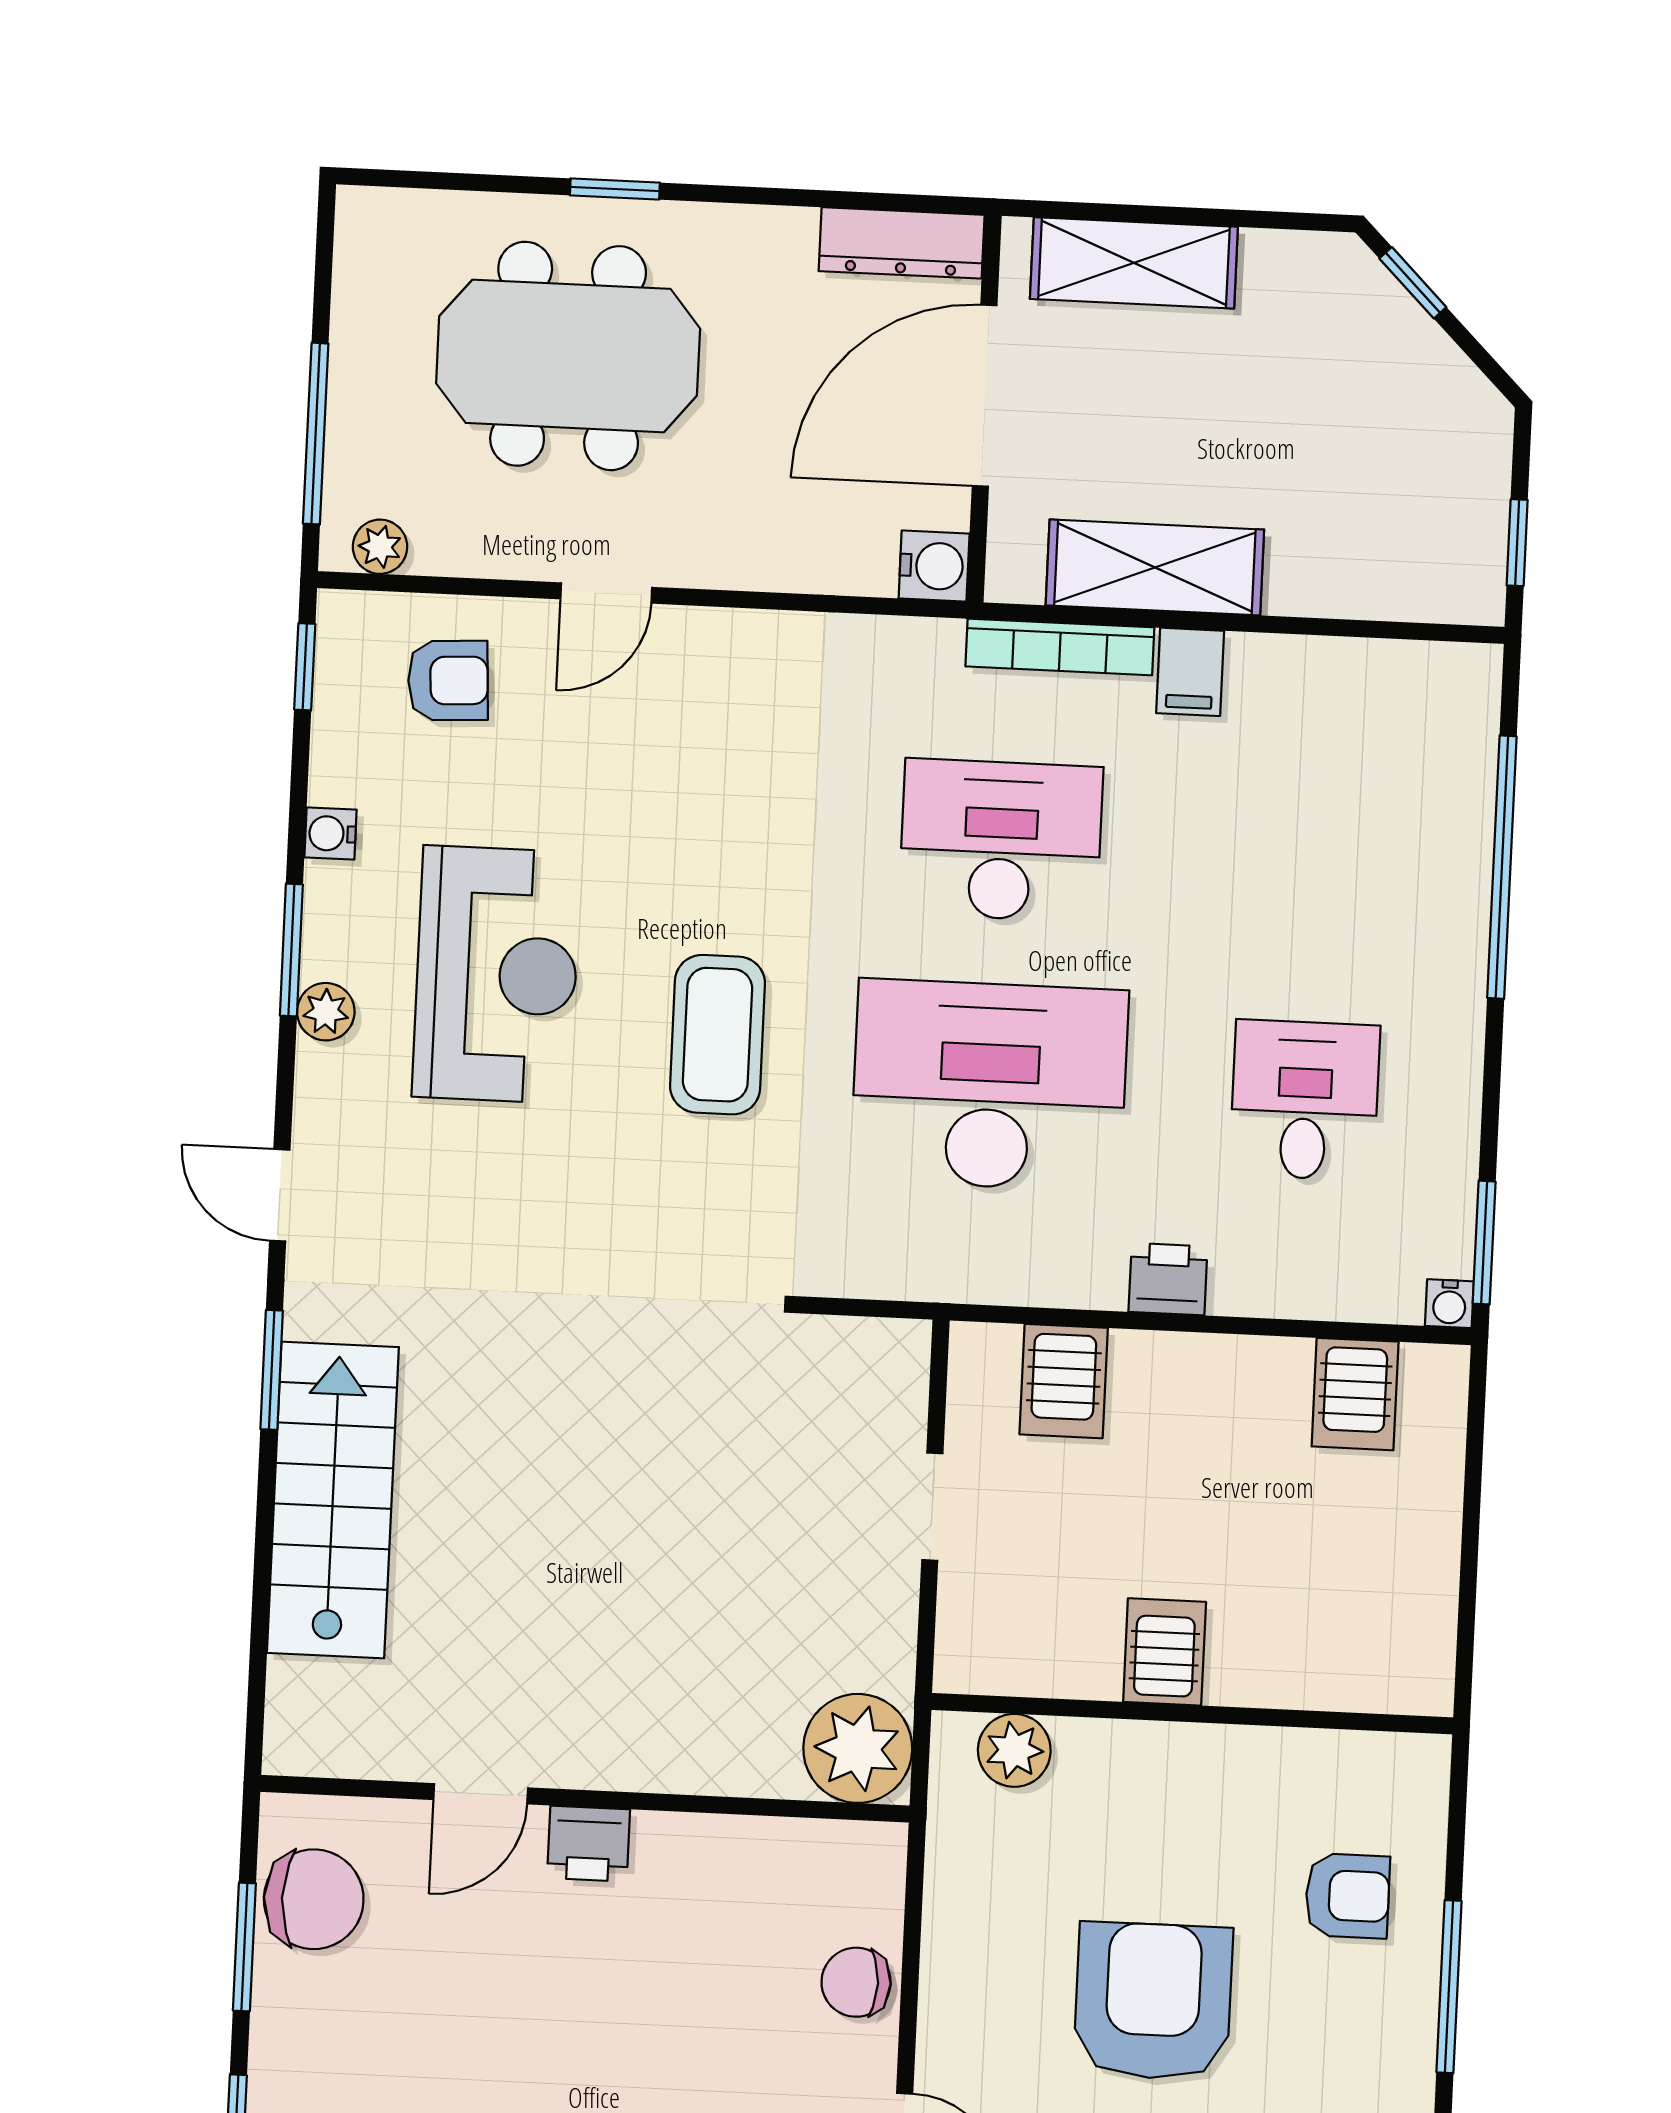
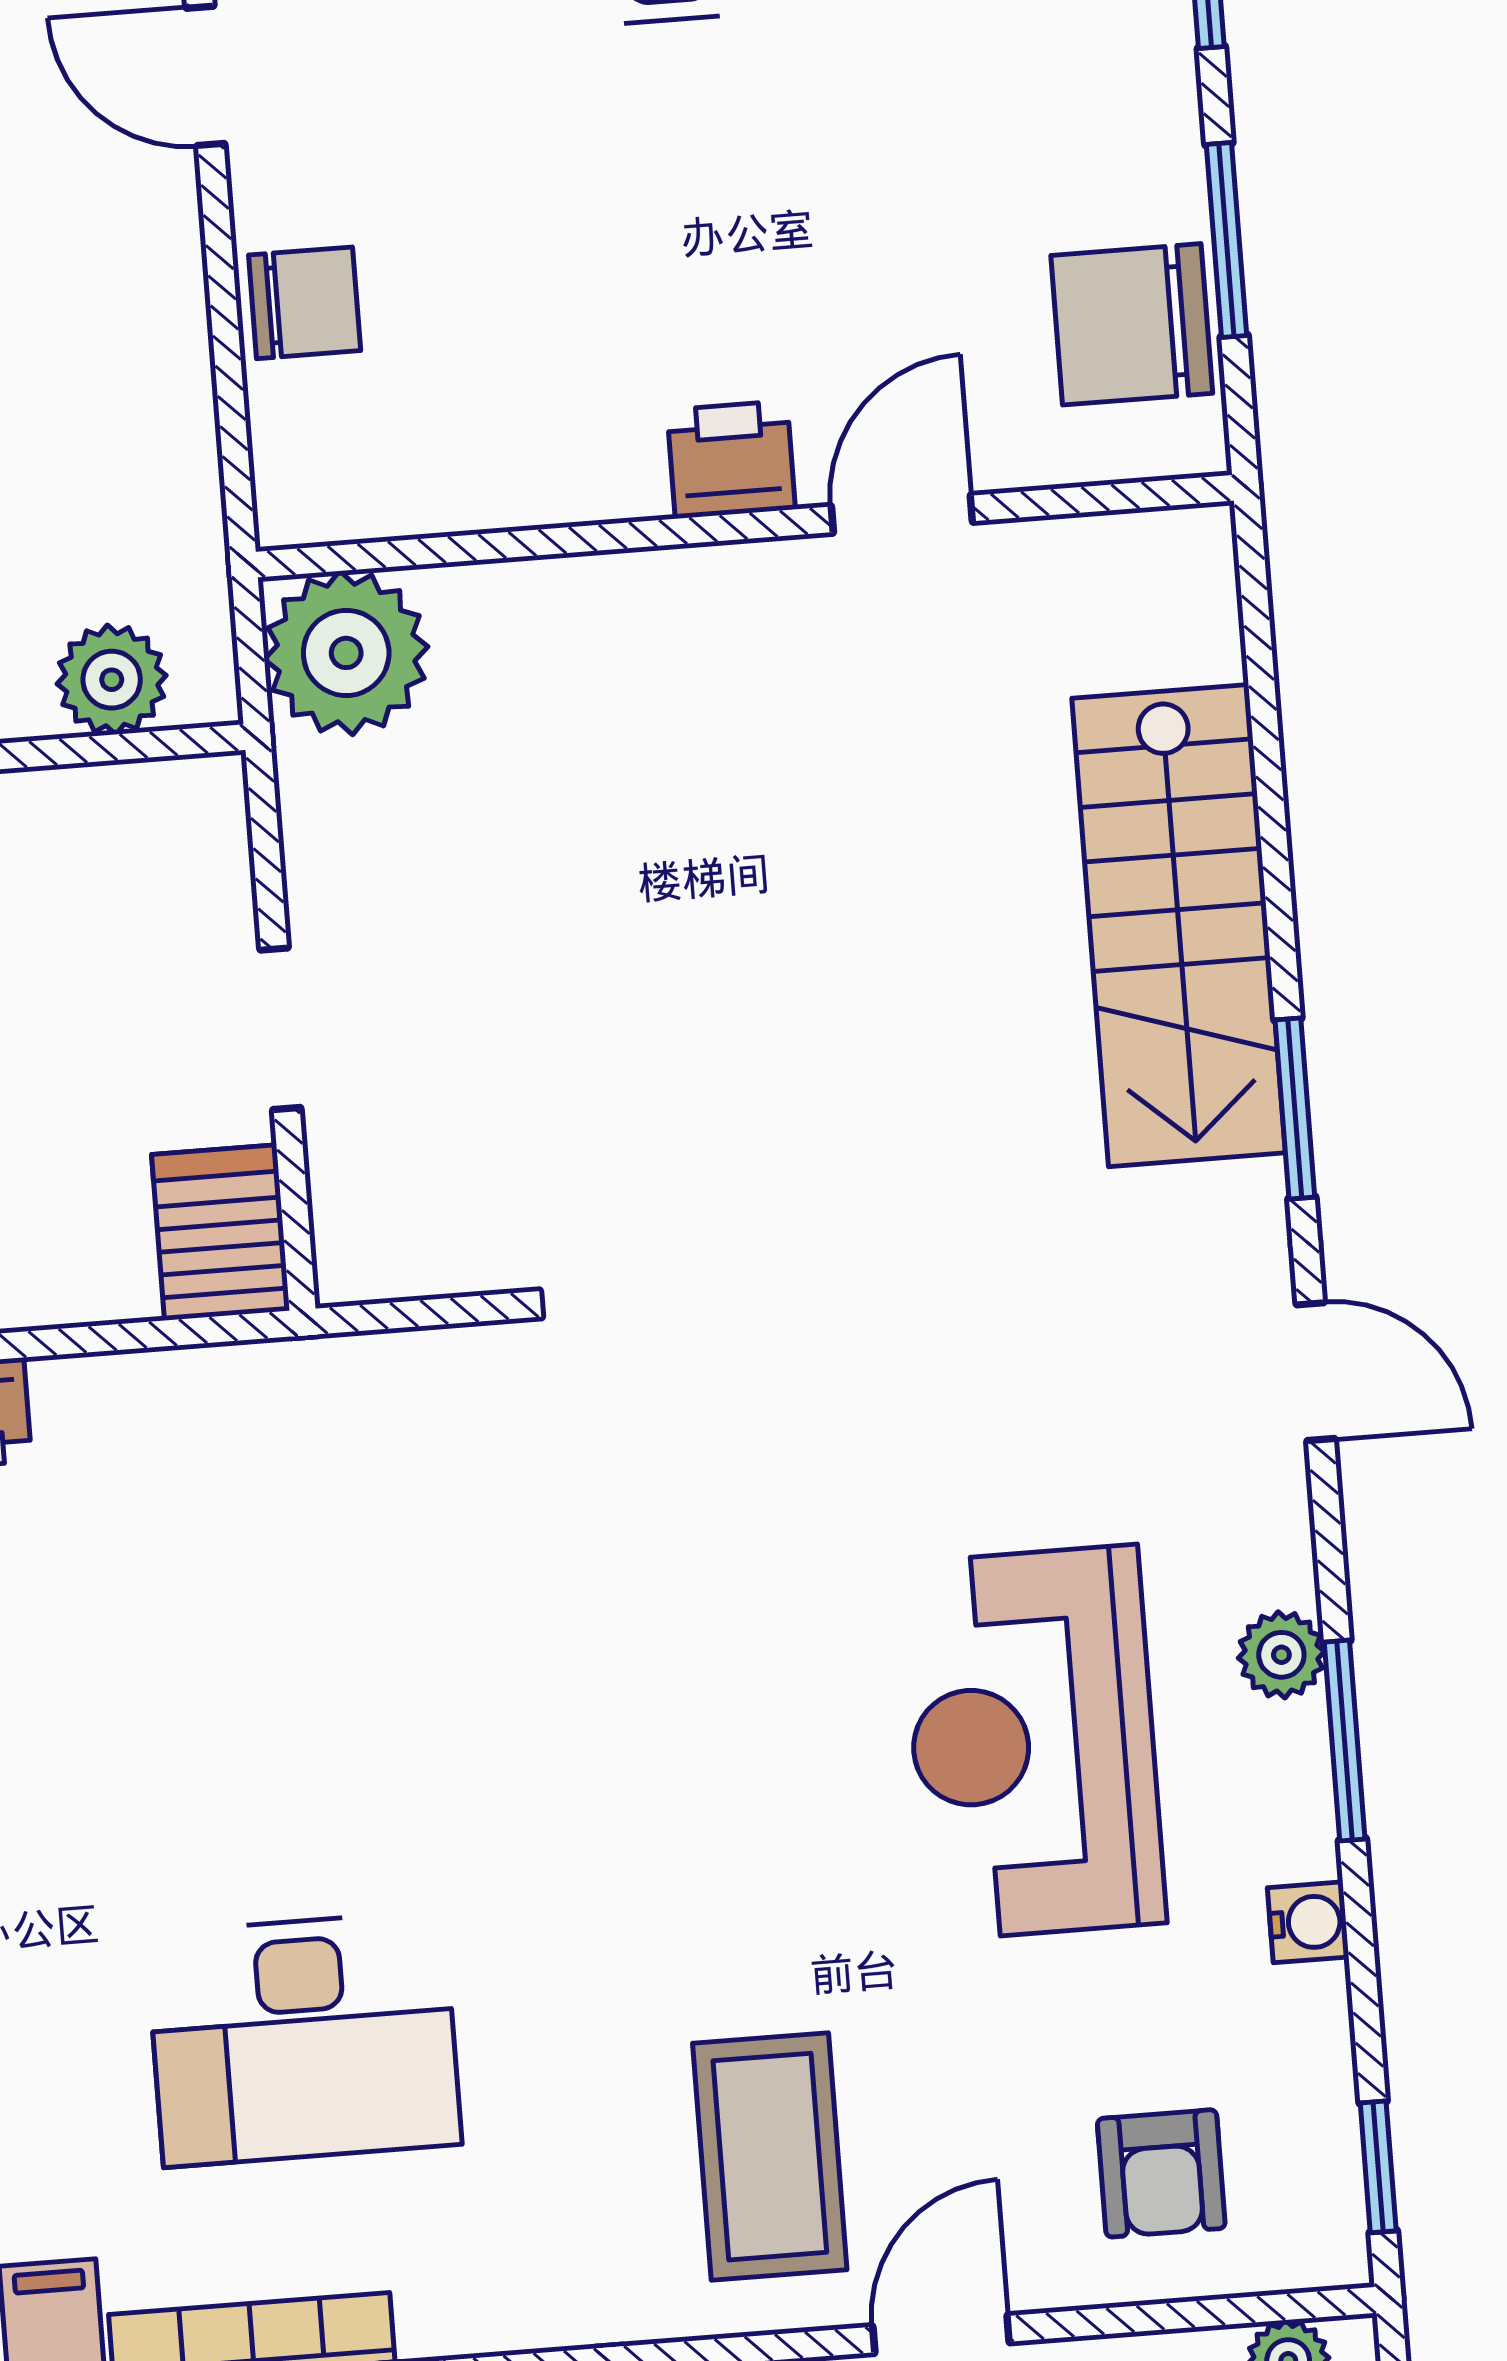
armchair: (448, 681) -> (1161, 2173), turned -87
coffee table: (718, 1035) -> (770, 2157), moved
desk: (989, 1085) -> (275, 1670), removed
server rack: (1064, 1381) -> (221, 1233), moved

